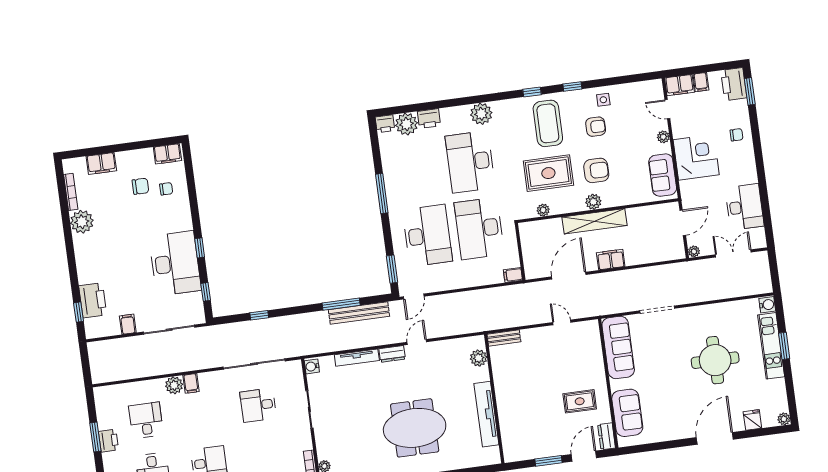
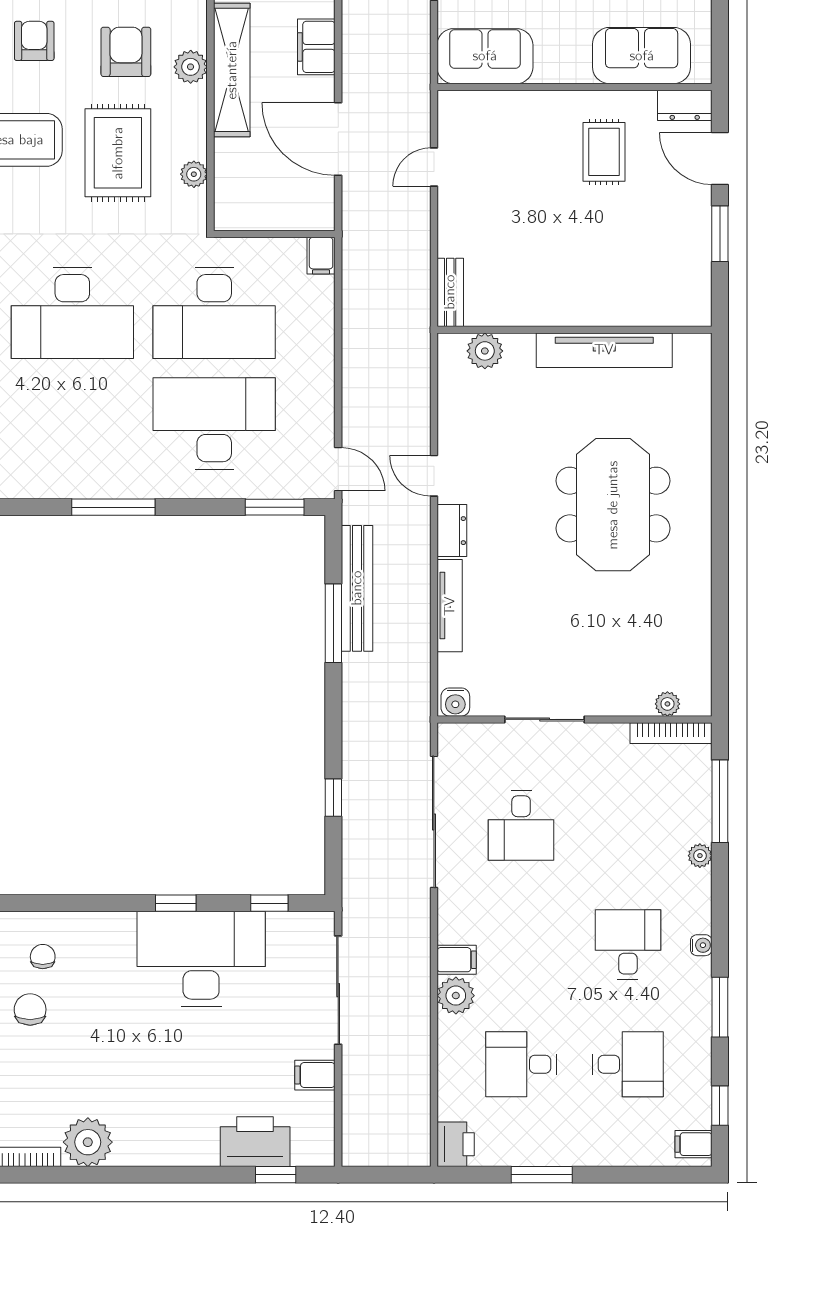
sofa: (618, 347) -> (485, 56), width x0.73
printer: (109, 441) -> (456, 1144), moved, turned 90

